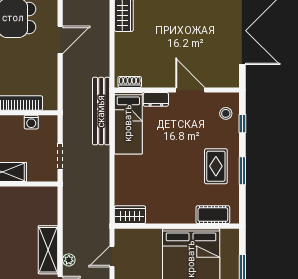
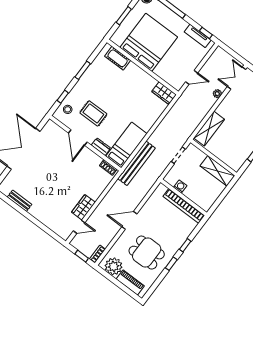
rug: (216, 166) -> (93, 113), moved, turned 90
shelving: (48, 250) -> (209, 129), moved

